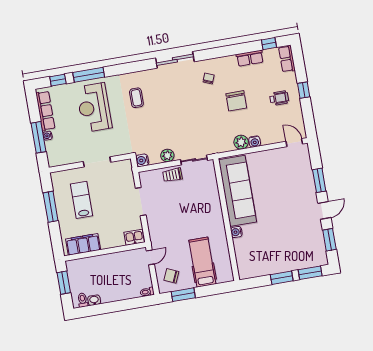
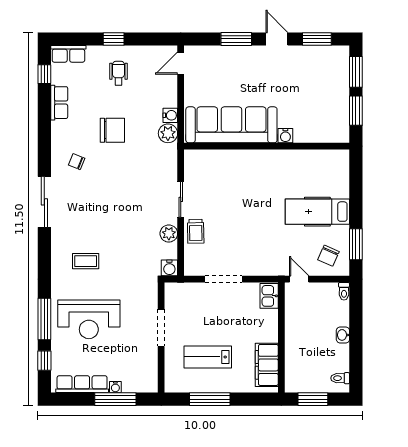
sofa: (237, 191) -> (231, 125), moved
wall: (226, 220) -> (267, 146), moved
water cooler: (236, 232) -> (285, 136), moved
washbasin: (94, 300) -> (343, 335), moved

